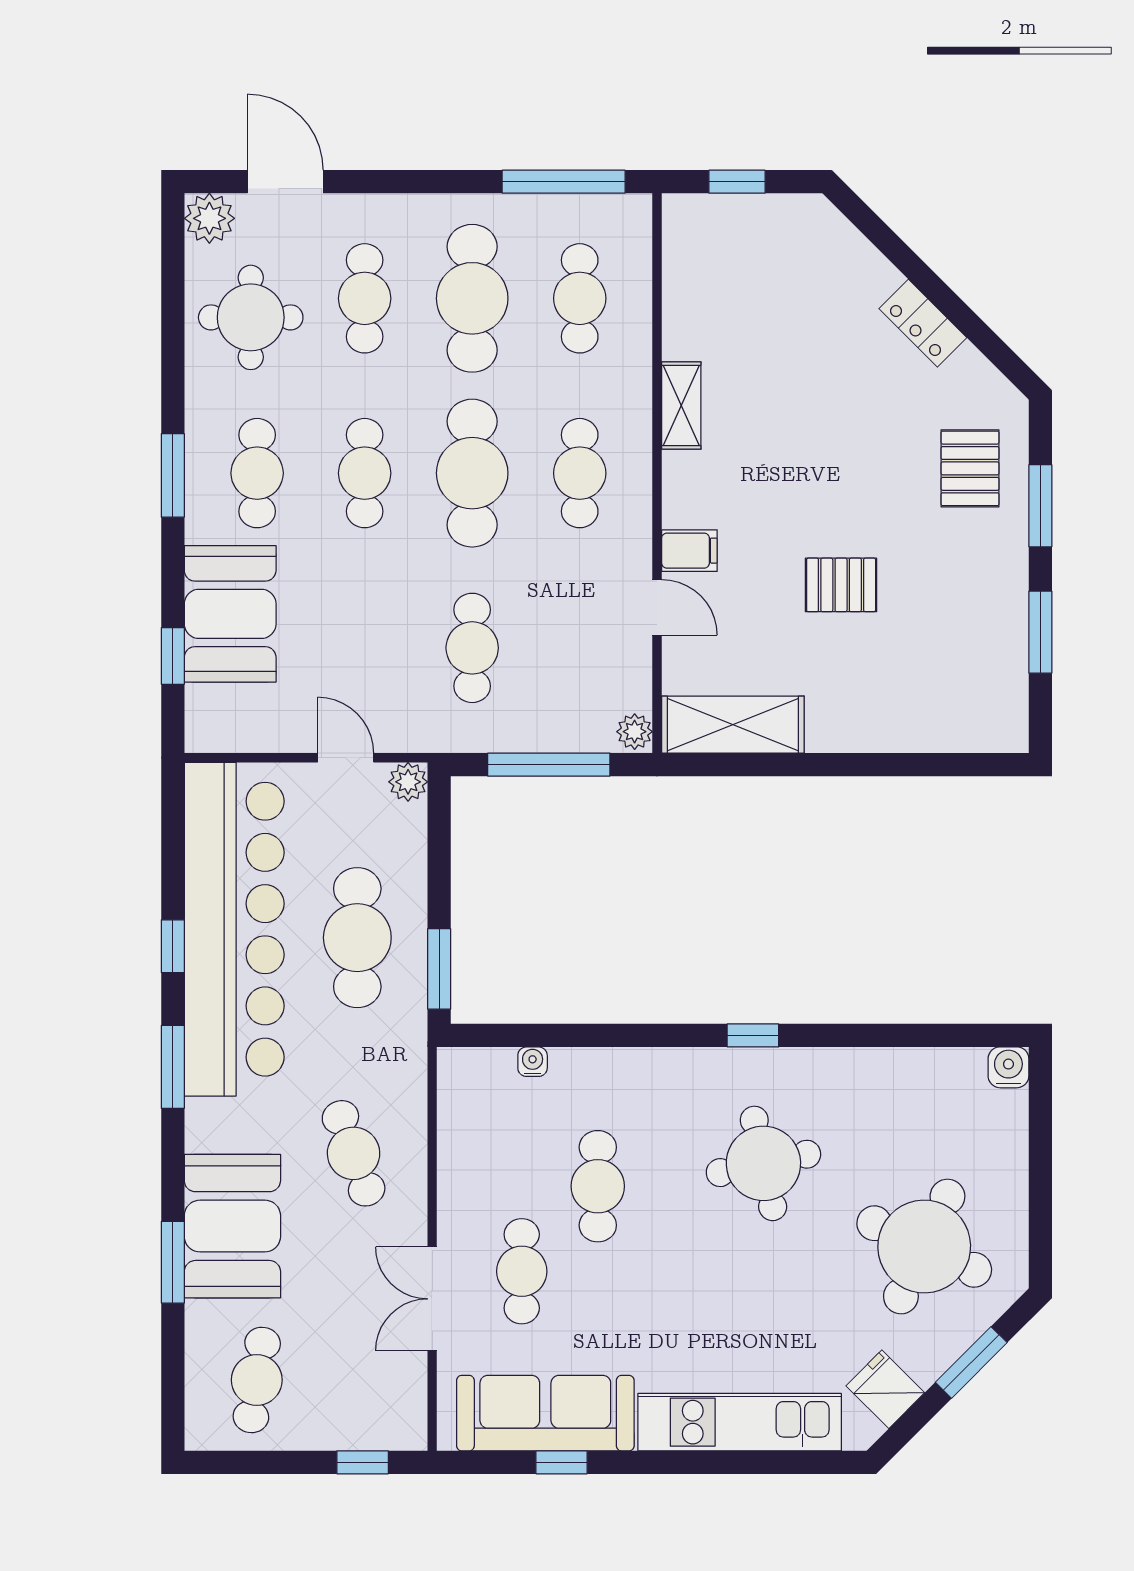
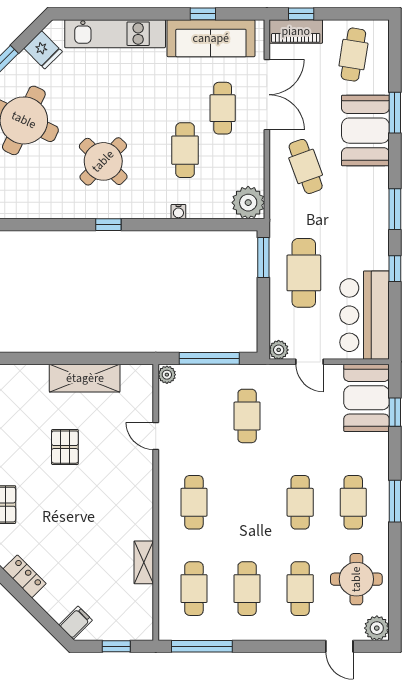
door: (285, 182) -> (339, 646), width x0.73
cafe table: (472, 298) -> (247, 589), width x0.73, depth x0.74
shelving: (681, 405) -> (144, 562), moved
cafe table: (472, 473) -> (247, 502), removed
filing cabinet: (689, 551) -> (76, 623), moved, turned 135
pallet: (841, 585) -> (65, 447), turned 90
booth: (230, 614) -> (367, 398), moved
shelving: (733, 725) -> (85, 378), moved
bar counter: (234, 929) -> (365, 315), width x0.54
water cooler: (533, 1062) -> (178, 212), moved
plant: (470, 1080) -> (248, 203), added
round table: (763, 1163) -> (103, 161), turned -34
double door: (432, 1299) -> (267, 95), width x1.37
piano: (374, 1427) -> (296, 31), added

